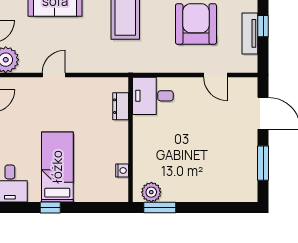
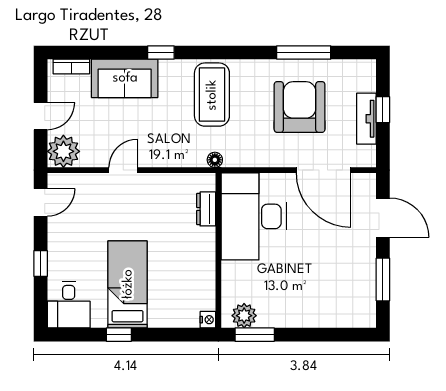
floor lamp: (128, 67) -> (215, 160), added
door: (215, 75) -> (324, 170), width x1.88
desk: (153, 96) -> (254, 216), width x1.87, depth x1.30
nightstand: (122, 171) -> (208, 320), moved

